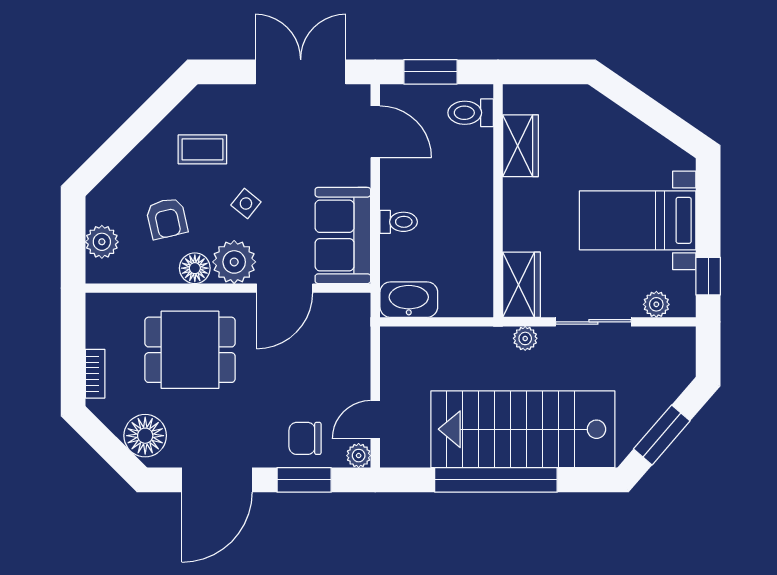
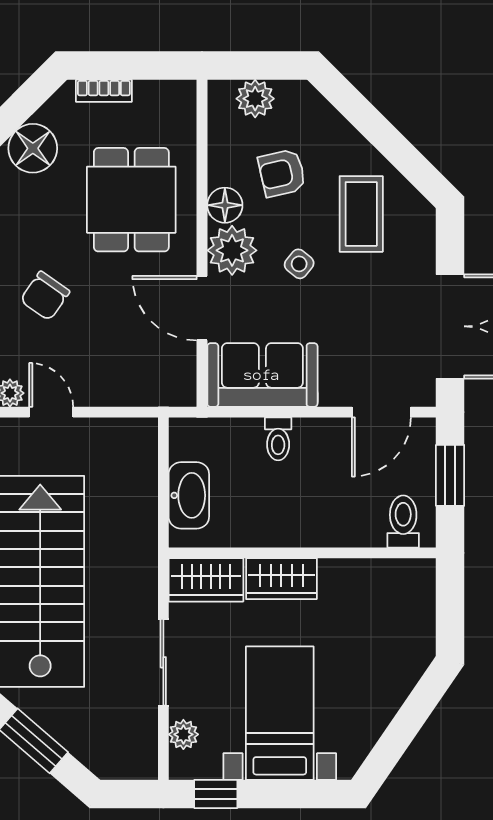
wardrobe: (520, 146) -> (281, 579), moved
coffee table: (202, 149) -> (361, 214), width x1.36, depth x1.30
washbasin: (409, 300) -> (189, 495), moved
plant: (525, 338) -> (144, 584), removed
chair: (305, 438) -> (45, 296), moved, turned -145

